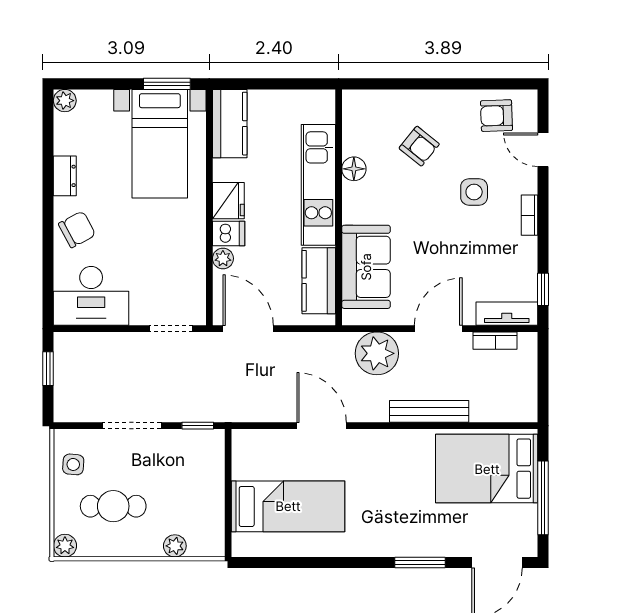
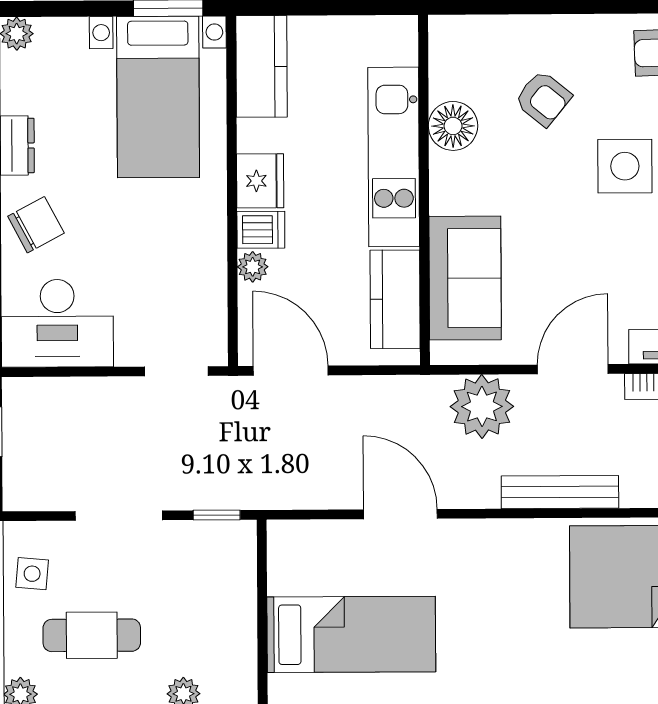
floor lamp: (354, 169) -> (453, 126), width x1.38, depth x1.38
side table: (474, 192) -> (625, 166), width x1.37, depth x1.37

